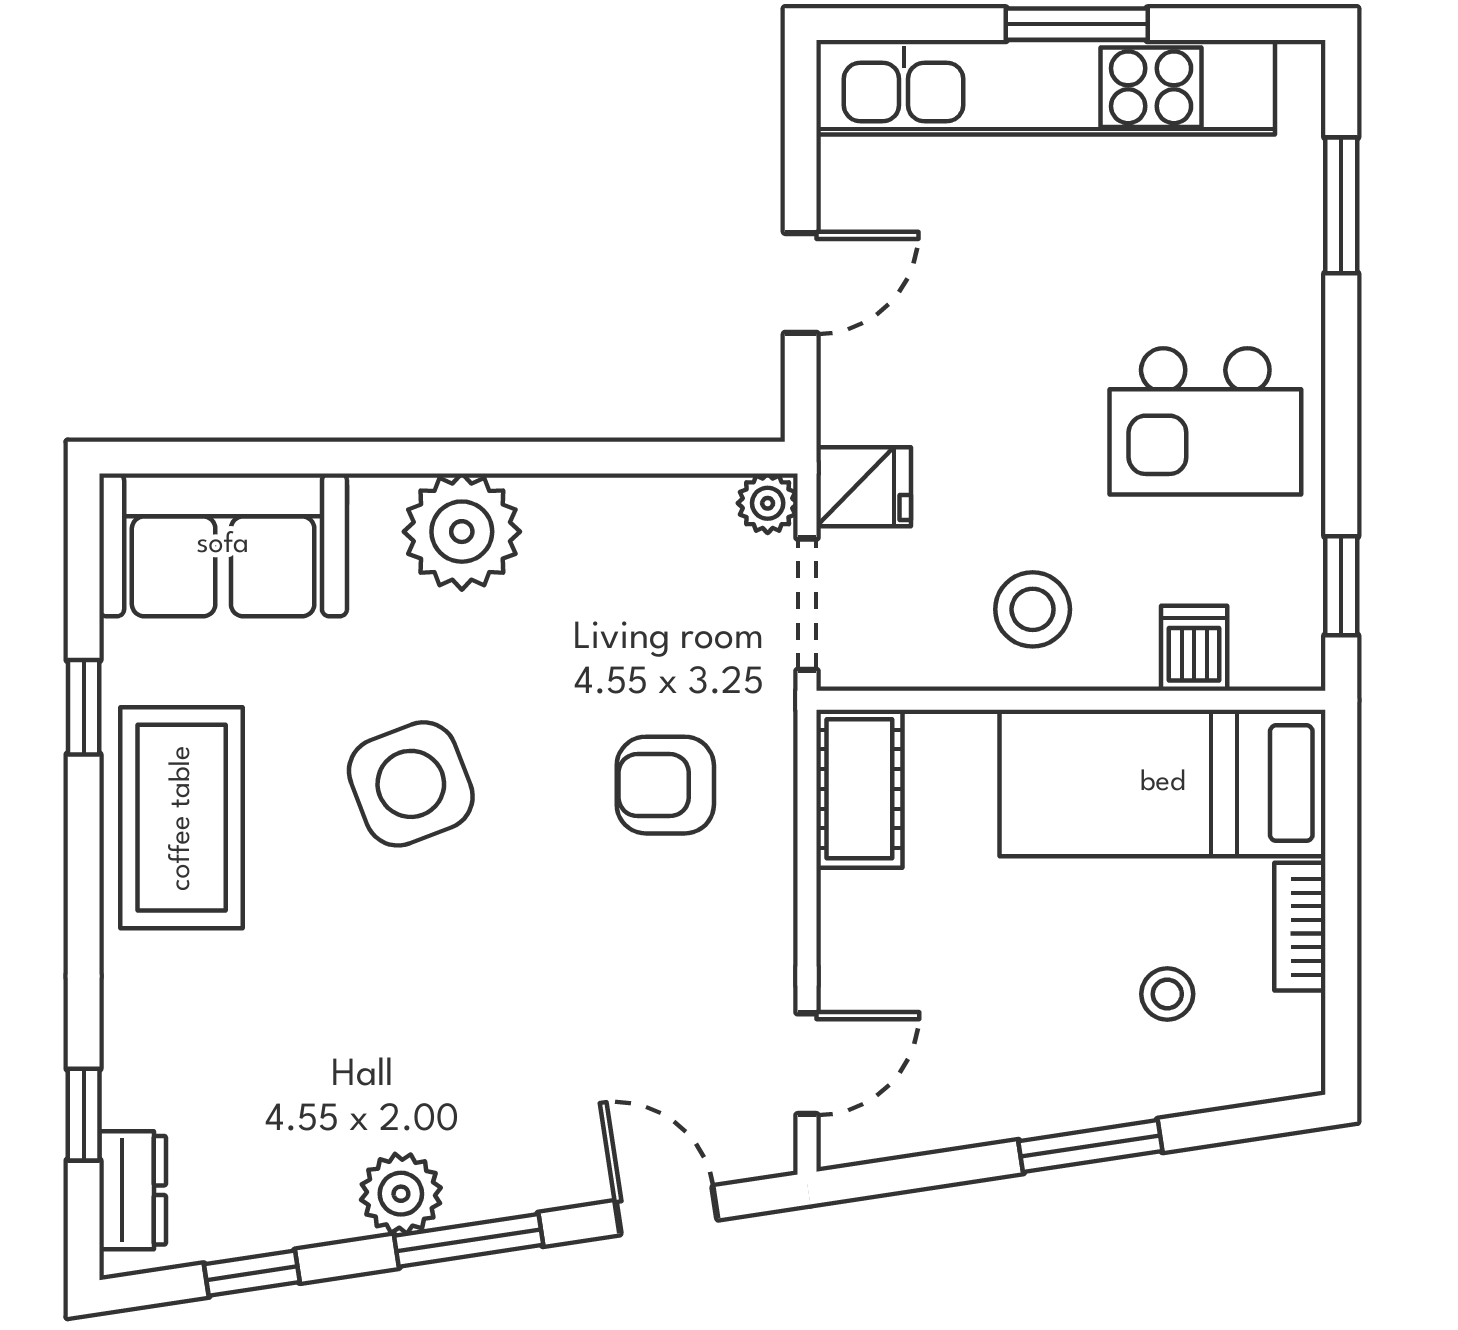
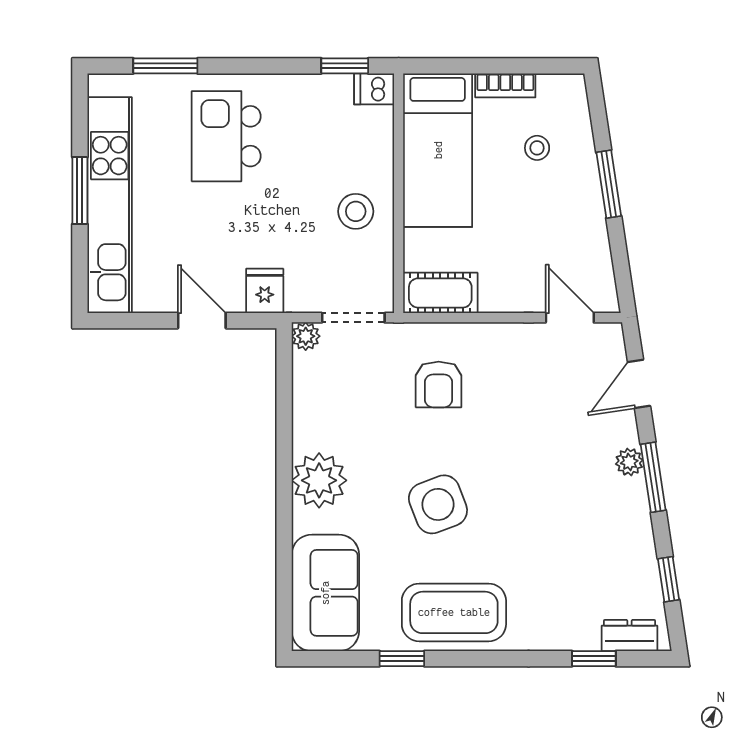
kitchen island: (1205, 421) -> (226, 136), moved, turned 180
fridge: (864, 487) -> (265, 291), moved
dishwasher: (1194, 648) -> (374, 89), moved
plant: (401, 1194) -> (629, 462), moved, width x0.73, depth x0.73

